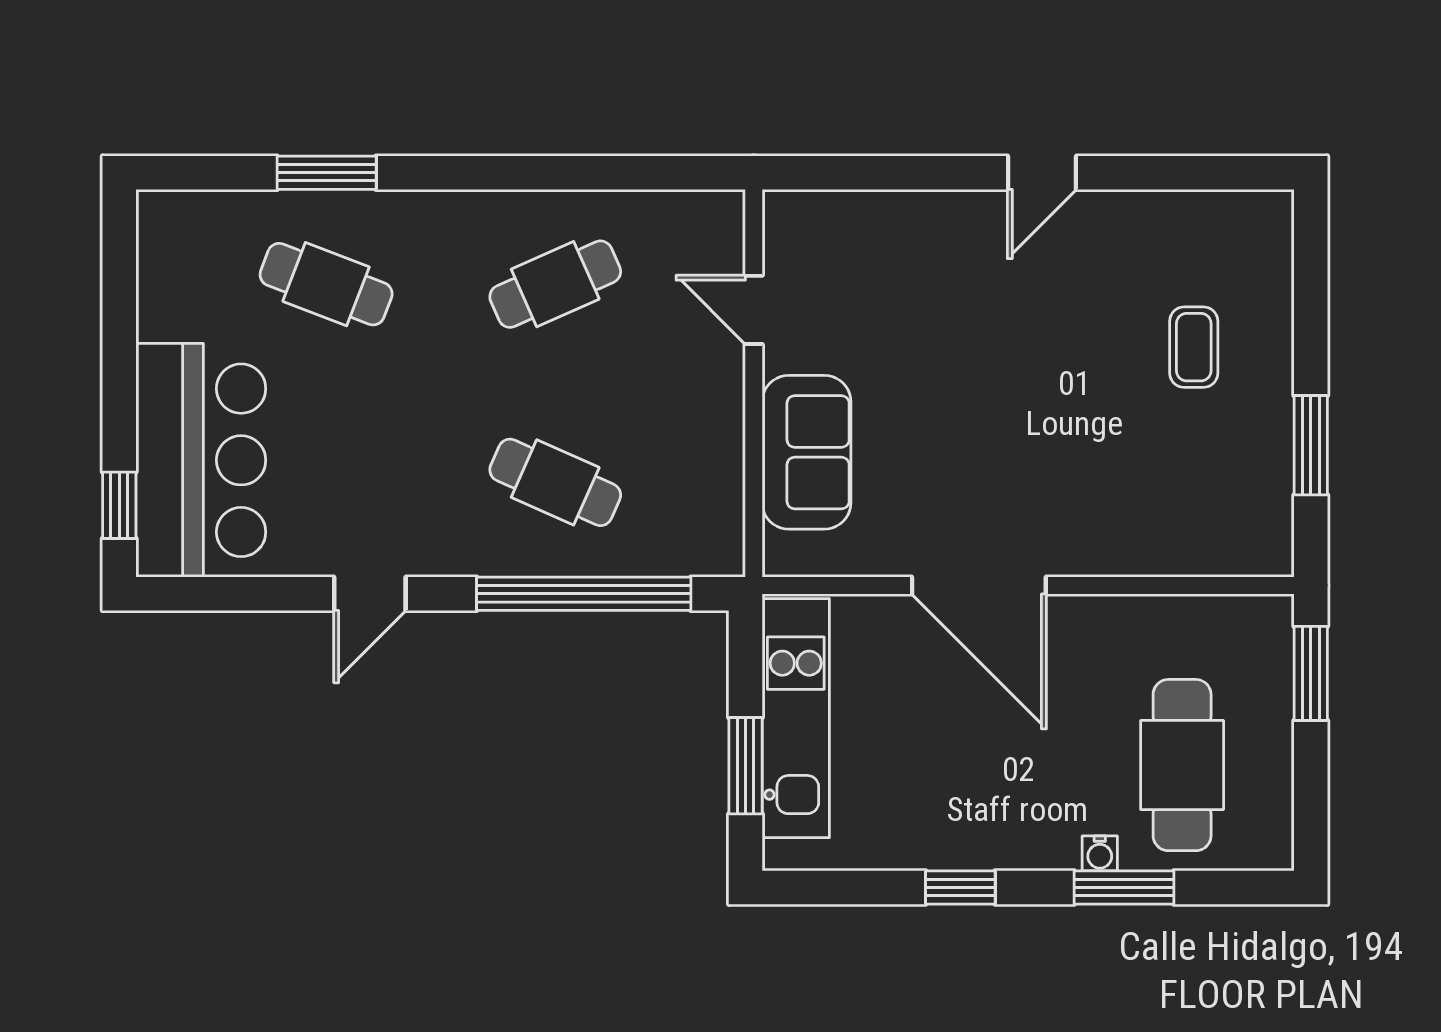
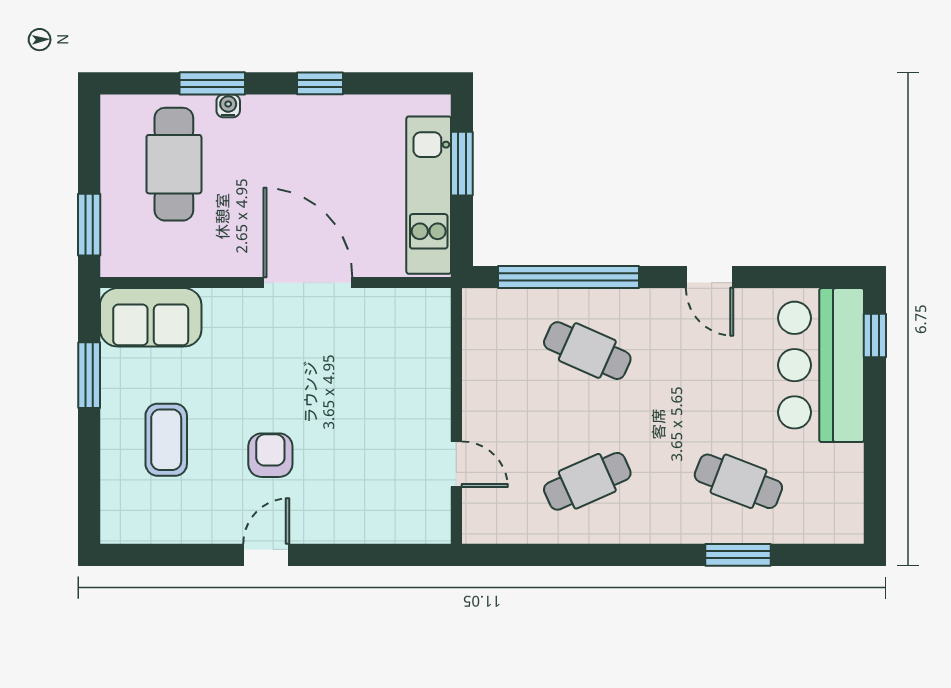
armchair: (1036, 324) -> (270, 455), added
coffee table: (1194, 347) -> (166, 440), width x1.36, depth x1.30
sofa: (807, 452) -> (151, 317), moved, turned -90
door: (370, 594) -> (710, 277), swing flipped

